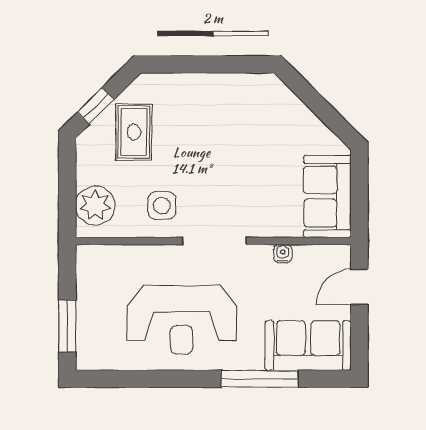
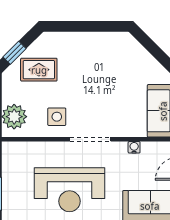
rug: (134, 132) -> (39, 70), turned 90

